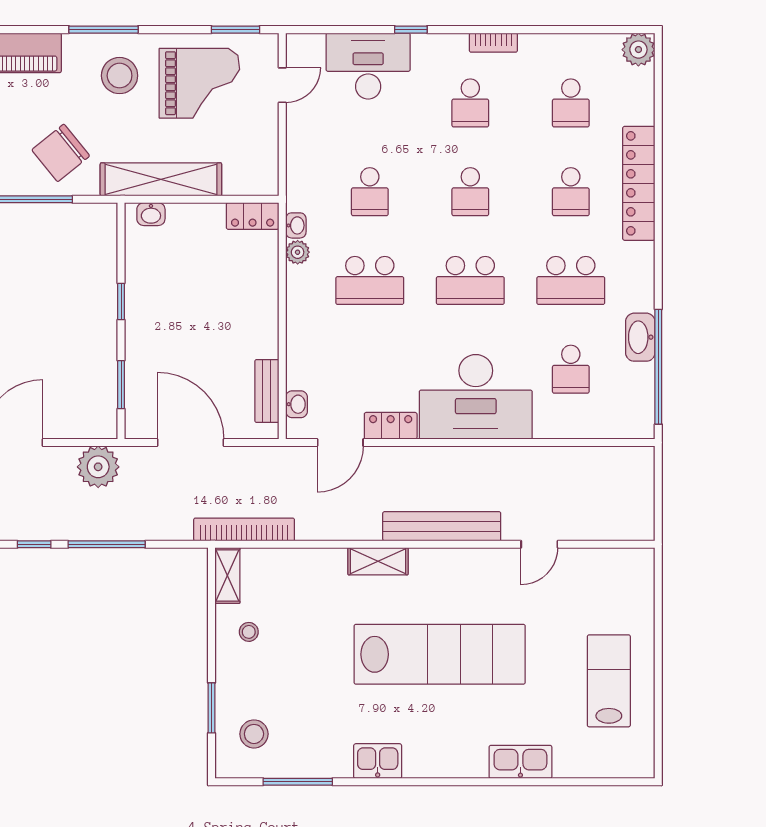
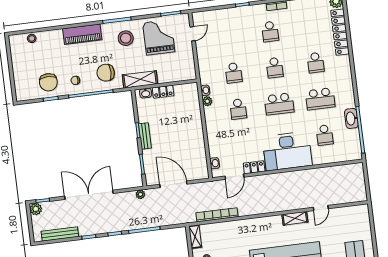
desk: (368, 66) -> (227, 22), removed
grand piano: (199, 83) -> (159, 37), turned -90
school desk: (571, 103) -> (311, 26), removed
chair: (61, 153) -> (106, 73), turned 39
shelving: (161, 179) -> (140, 79), width x0.68
locker: (639, 183) -> (340, 32), moved
locker: (253, 216) -> (163, 92), moved
school desk: (370, 280) -> (238, 109), width x0.54
bench: (267, 391) -> (145, 136), moved
plant: (98, 467) -> (140, 194), width x0.53, depth x0.53
bench: (442, 526) -> (280, 206), removed
bookcase: (244, 529) -> (217, 215), moved
shelving: (378, 561) -> (295, 218), moved

